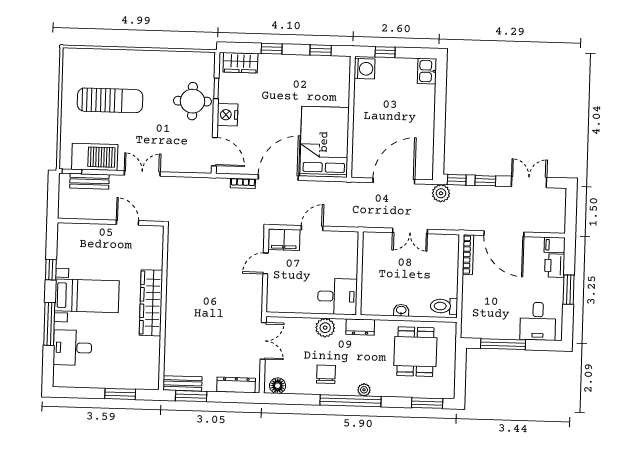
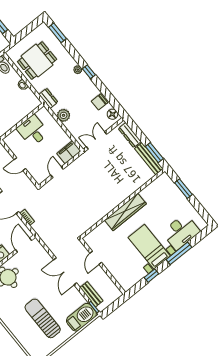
barbecue: (95, 157) -> (81, 317), moved, turned 90
double door: (142, 173) -> (65, 271), width x1.37
filing cabinet: (284, 240) -> (69, 152), moved, turned -90
door: (266, 263) -> (57, 172), swing flipped
desk: (337, 296) -> (33, 131), moved
desk: (72, 348) -> (181, 232), width x1.37
chair: (326, 374) -> (99, 102), moved
bench: (182, 383) -> (149, 159), width x1.36
window: (350, 401) -> (89, 72), width x0.32

